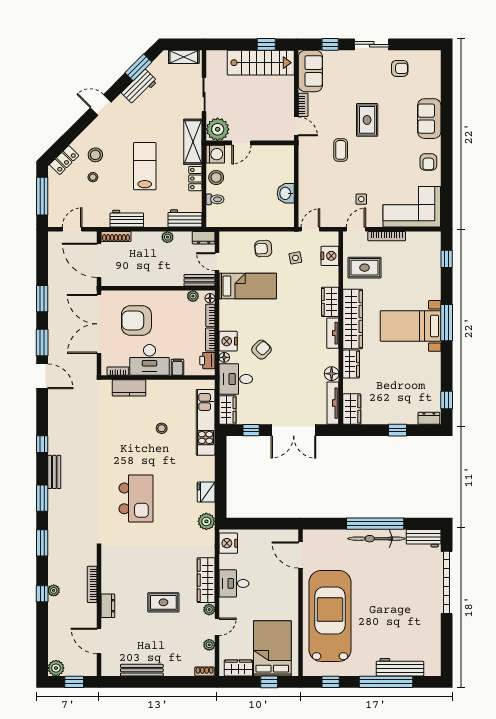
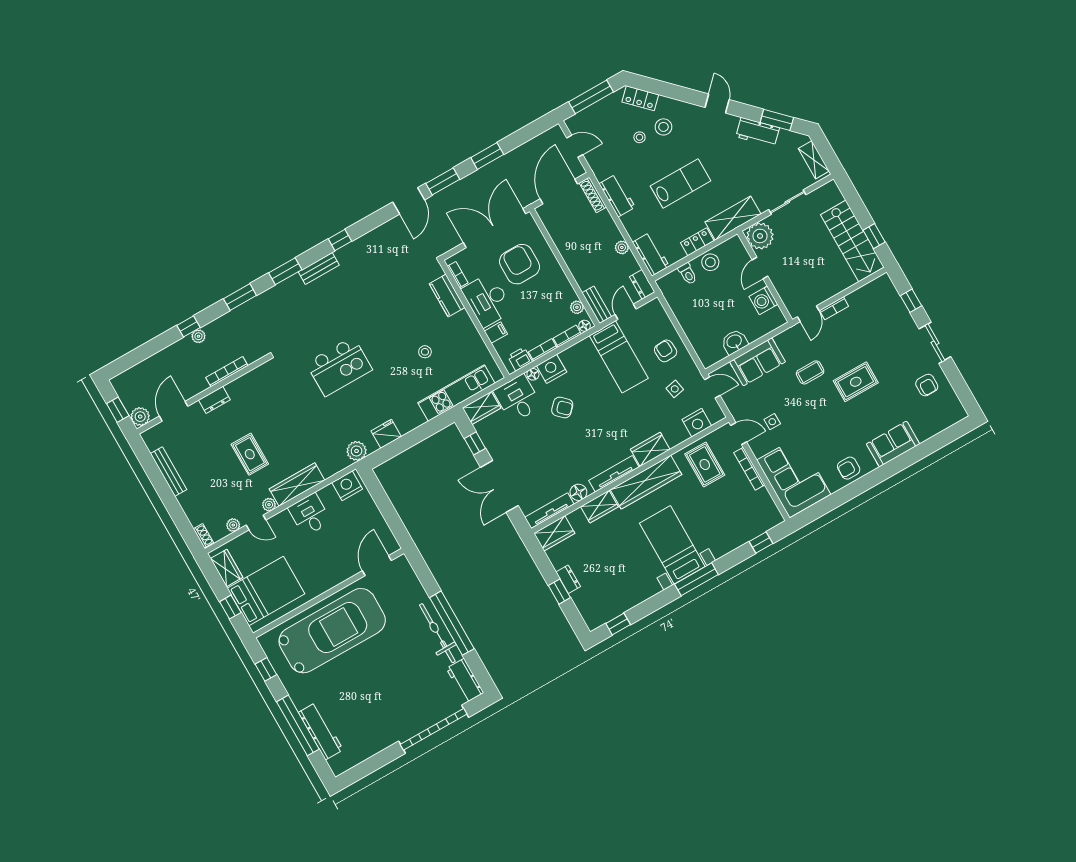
sofa: (310, 71) -> (757, 362), moved
door: (241, 143) -> (760, 268), hinge flipped
washing machine: (215, 154) -> (763, 300), moved, turned 90
tv unit: (333, 333) -> (614, 474), width x1.41
dresser: (429, 418) -> (568, 579), moved
plant: (56, 668) -> (140, 417), moved

